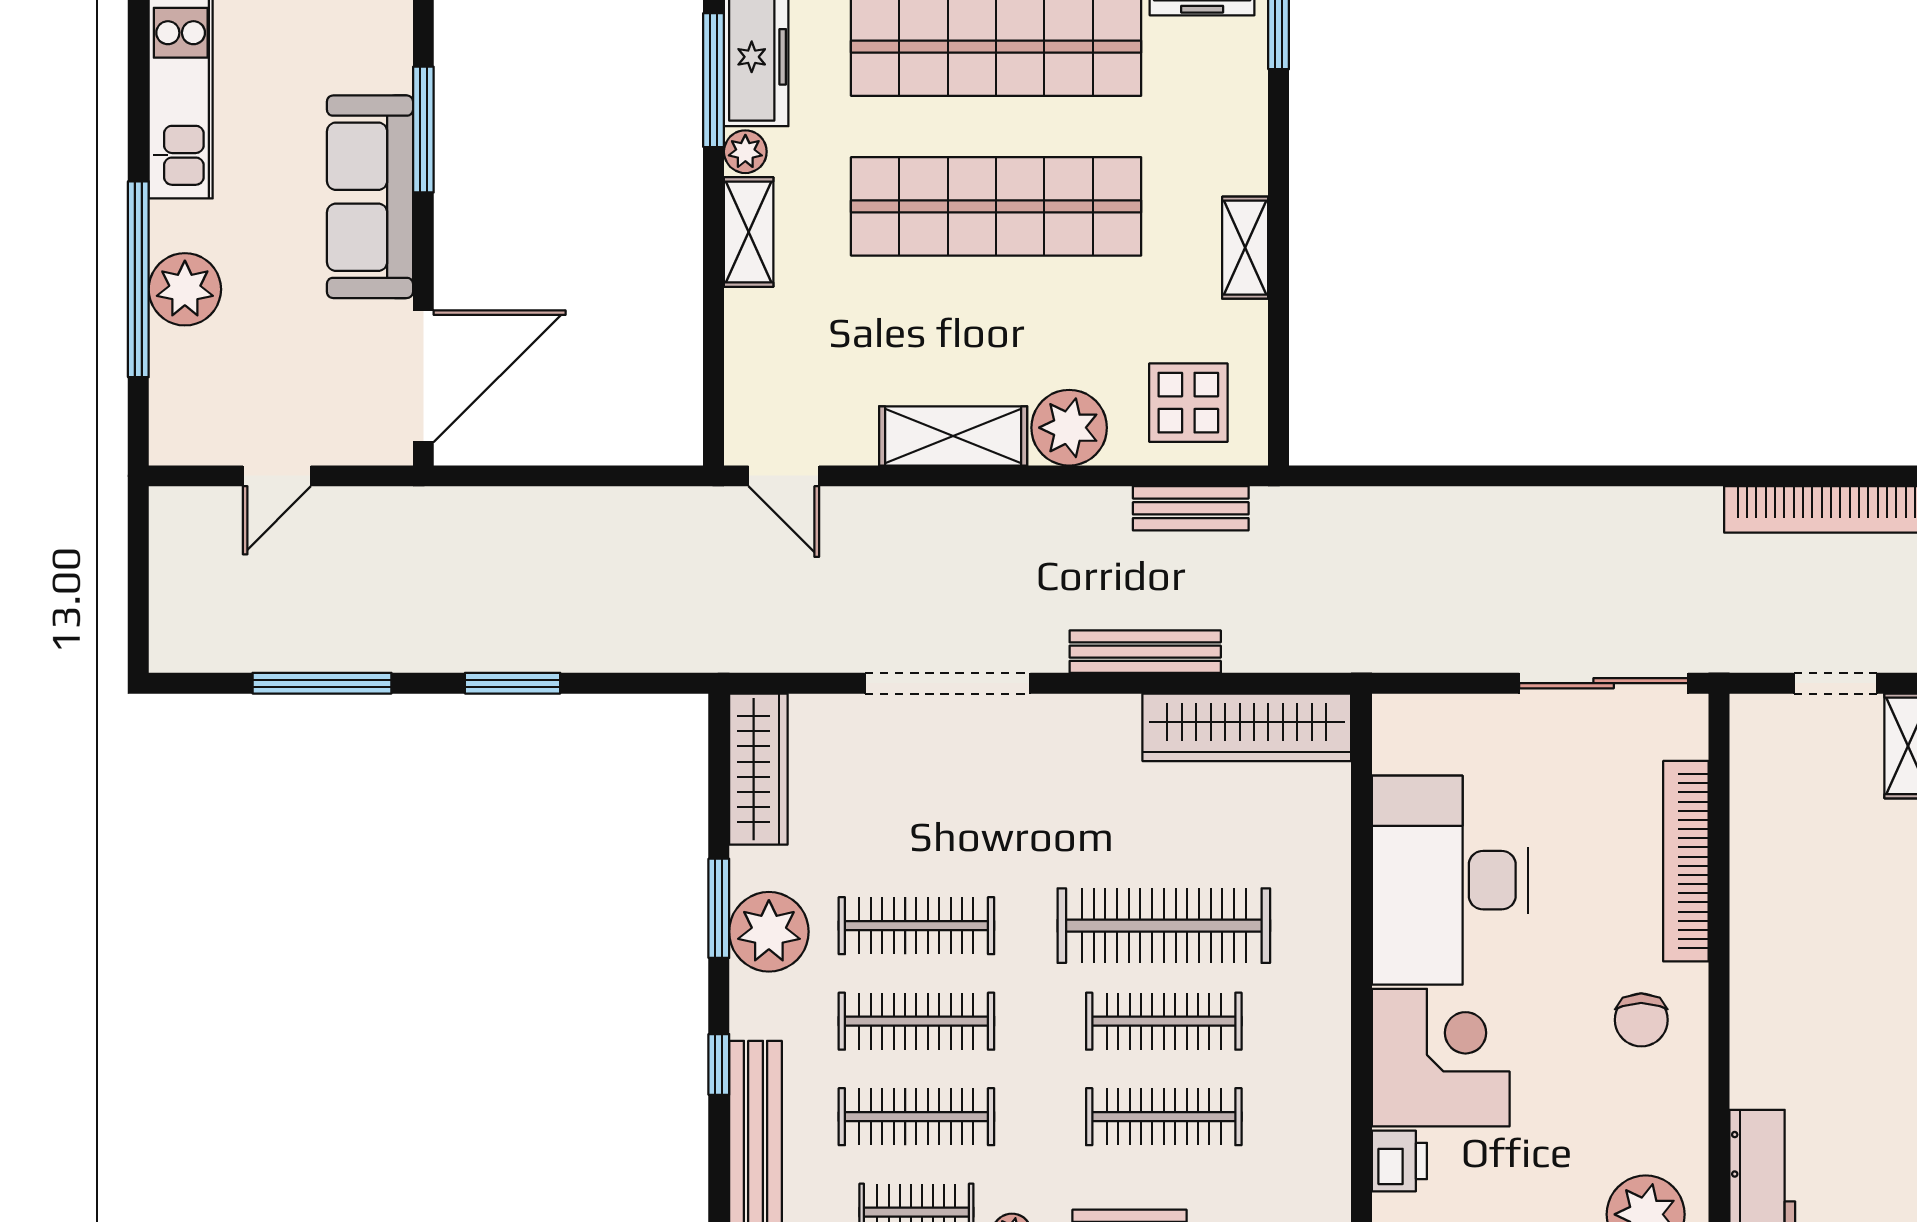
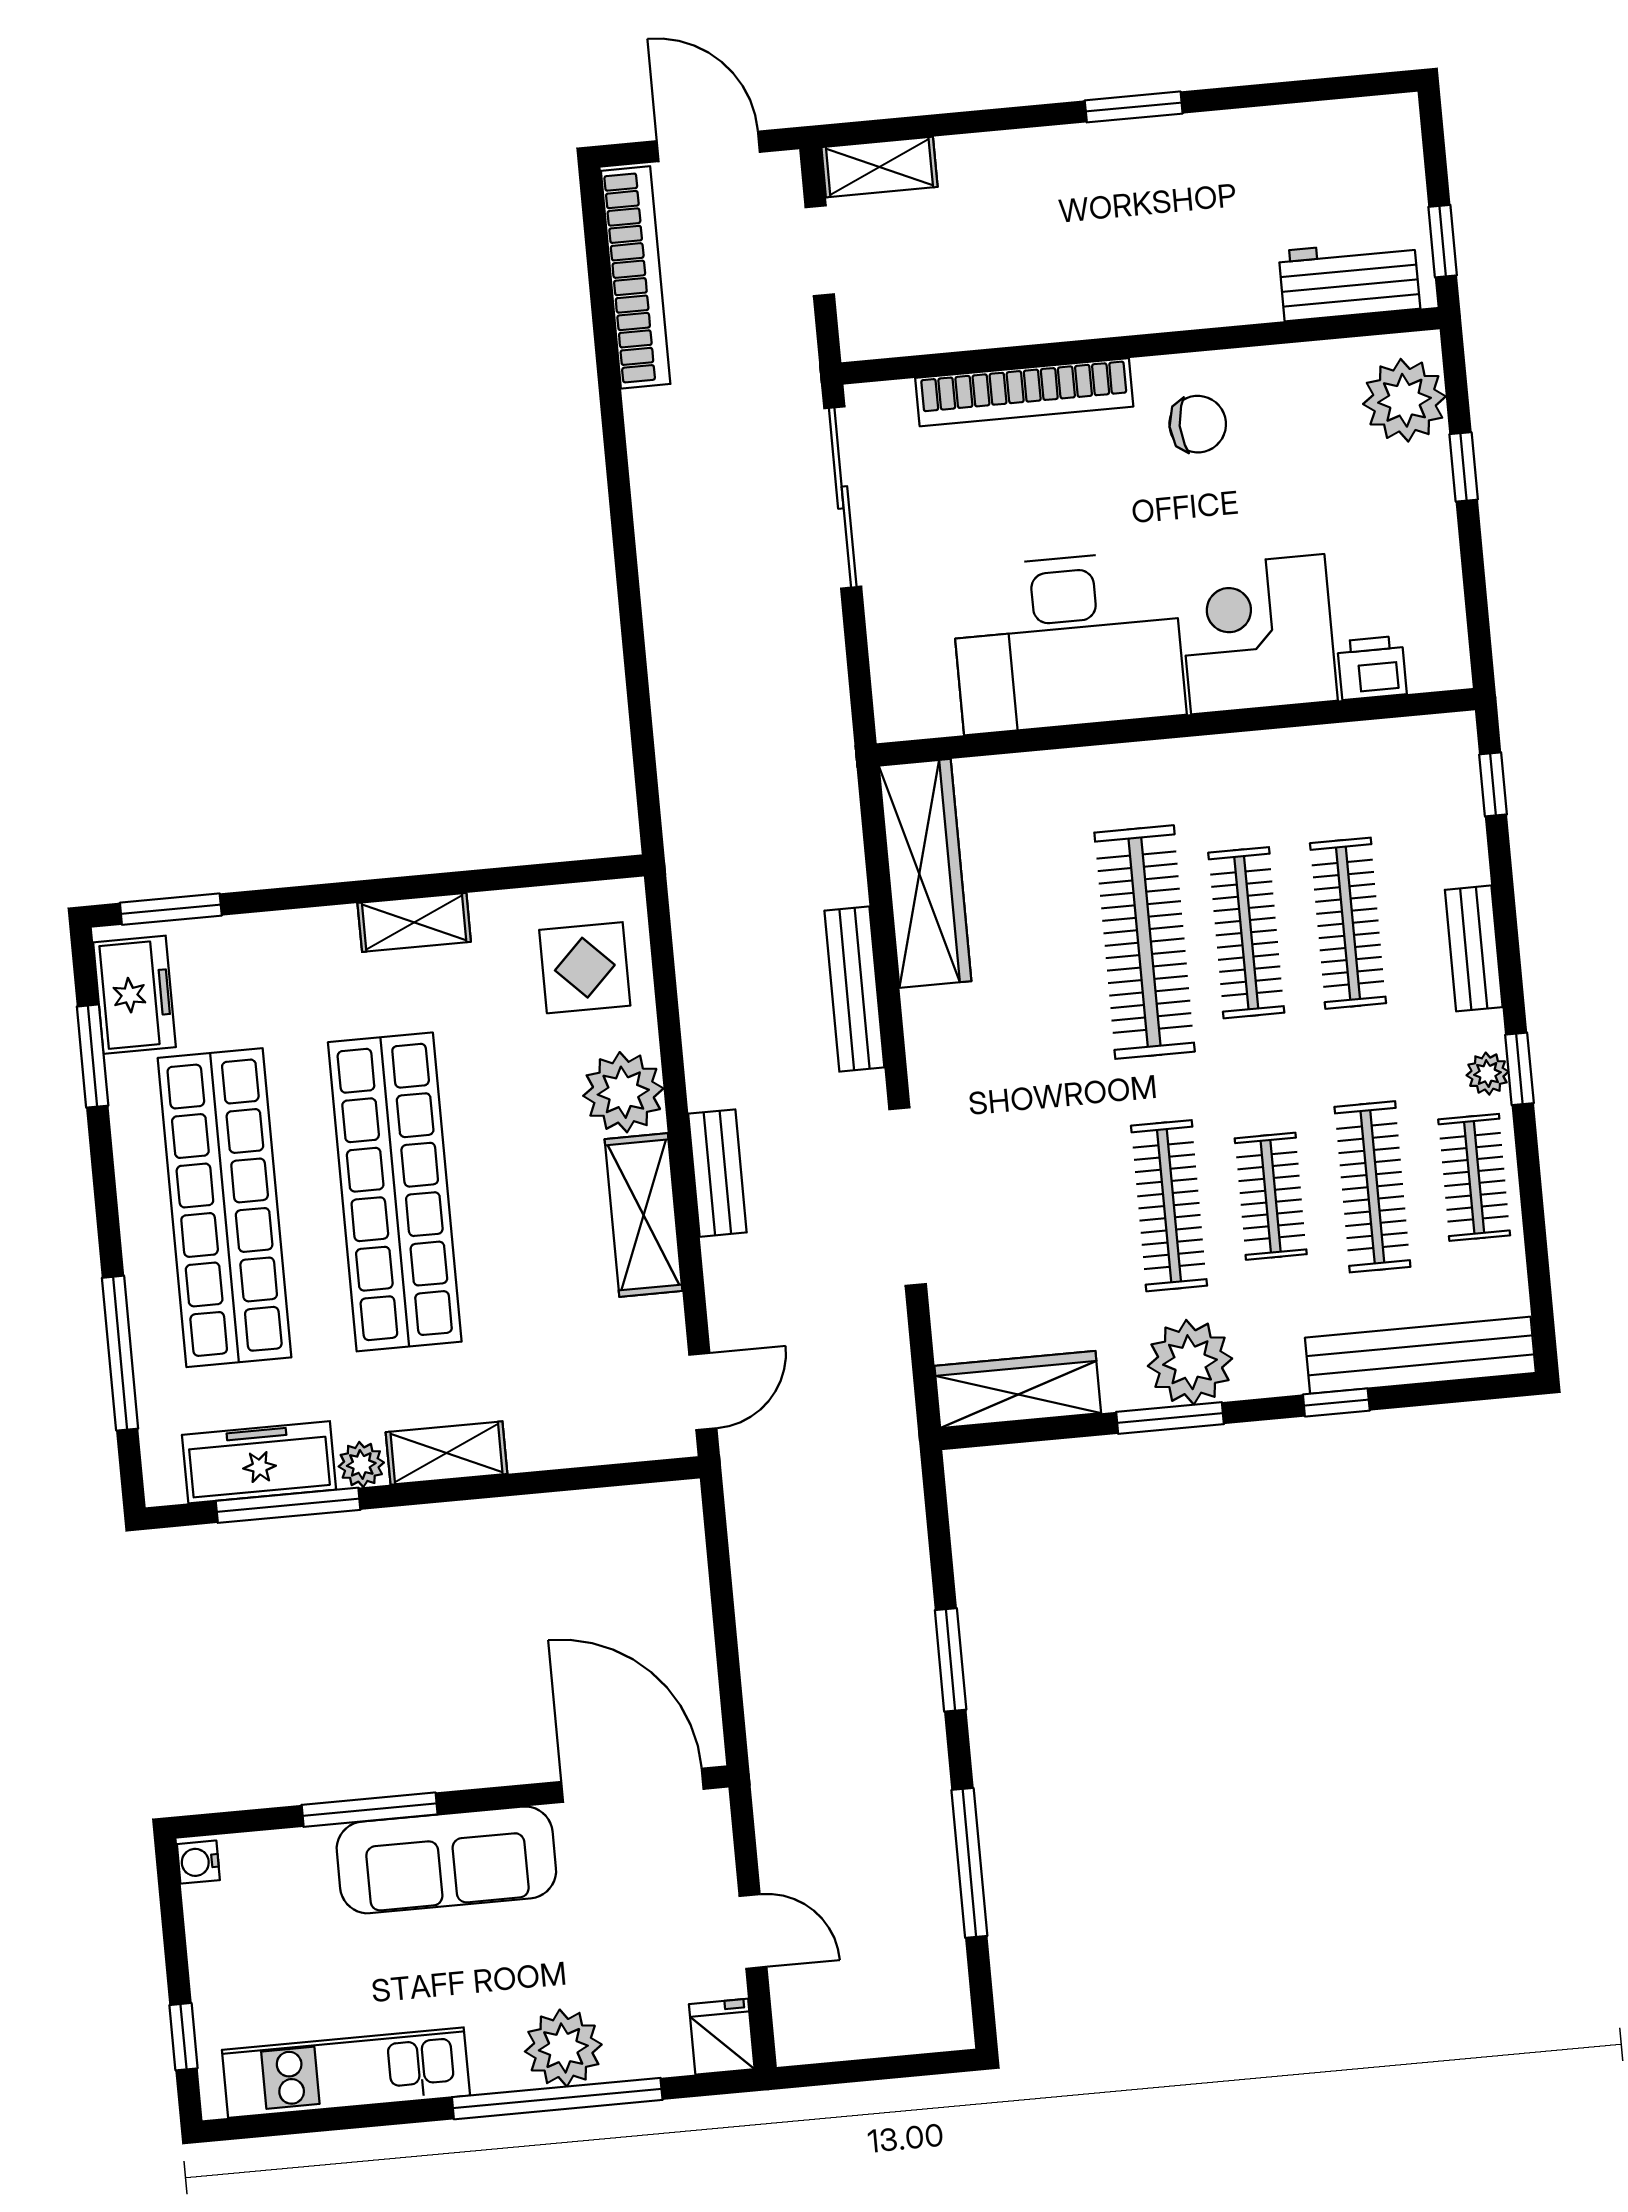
fridge: (182, 438) -> (722, 2037), added
bench: (1191, 508) -> (717, 1173), moved
clothes rail: (916, 1021) -> (1271, 1196), width x0.73

